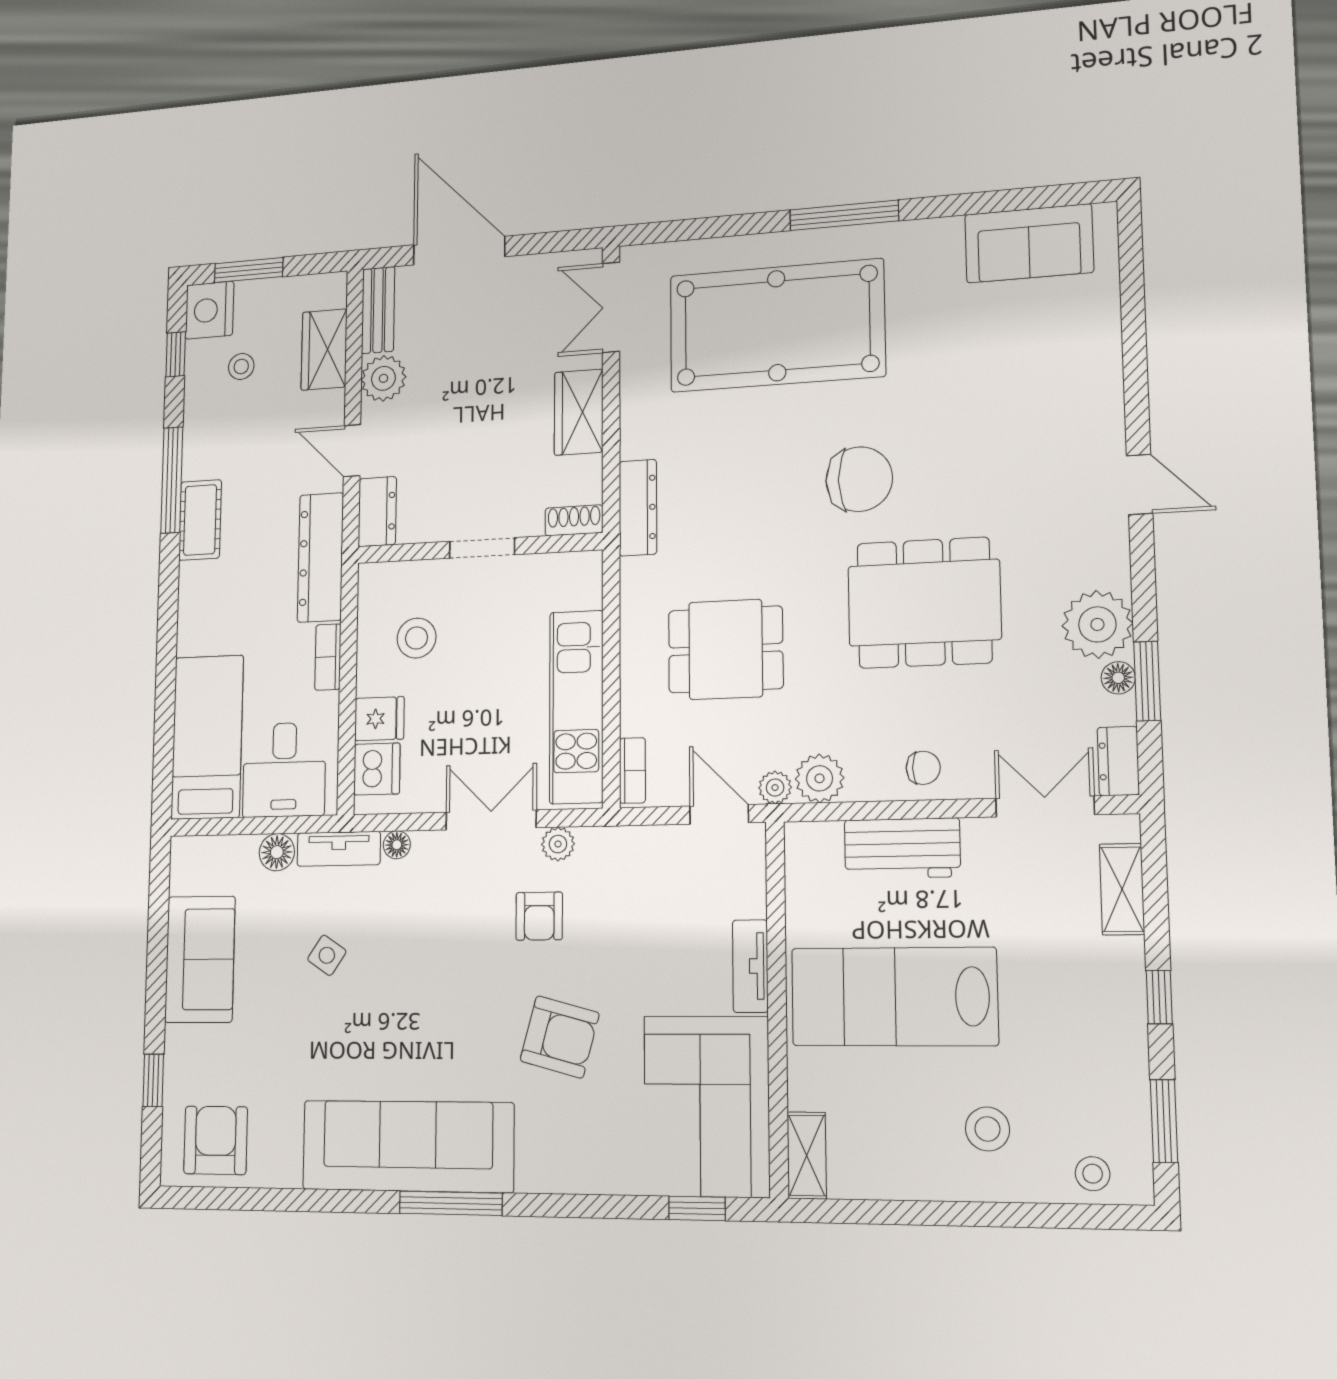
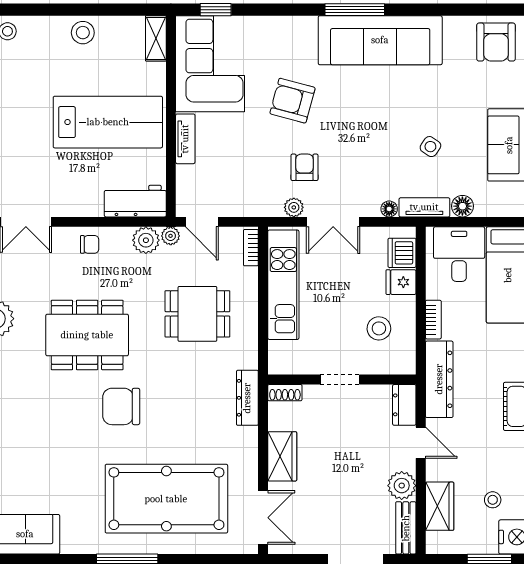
chair: (923, 768) -> (90, 244), turned 180
workbench: (902, 848) -> (135, 201), moved
stool: (987, 1129) -> (83, 33), moved

